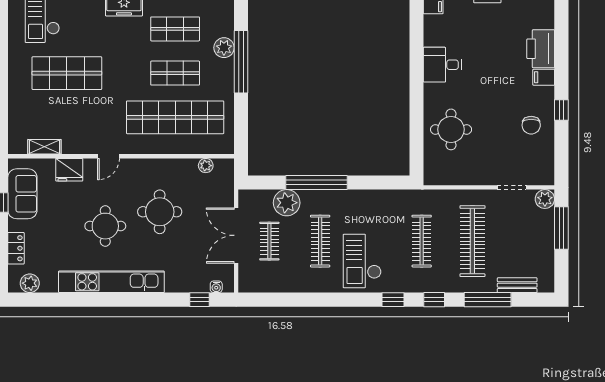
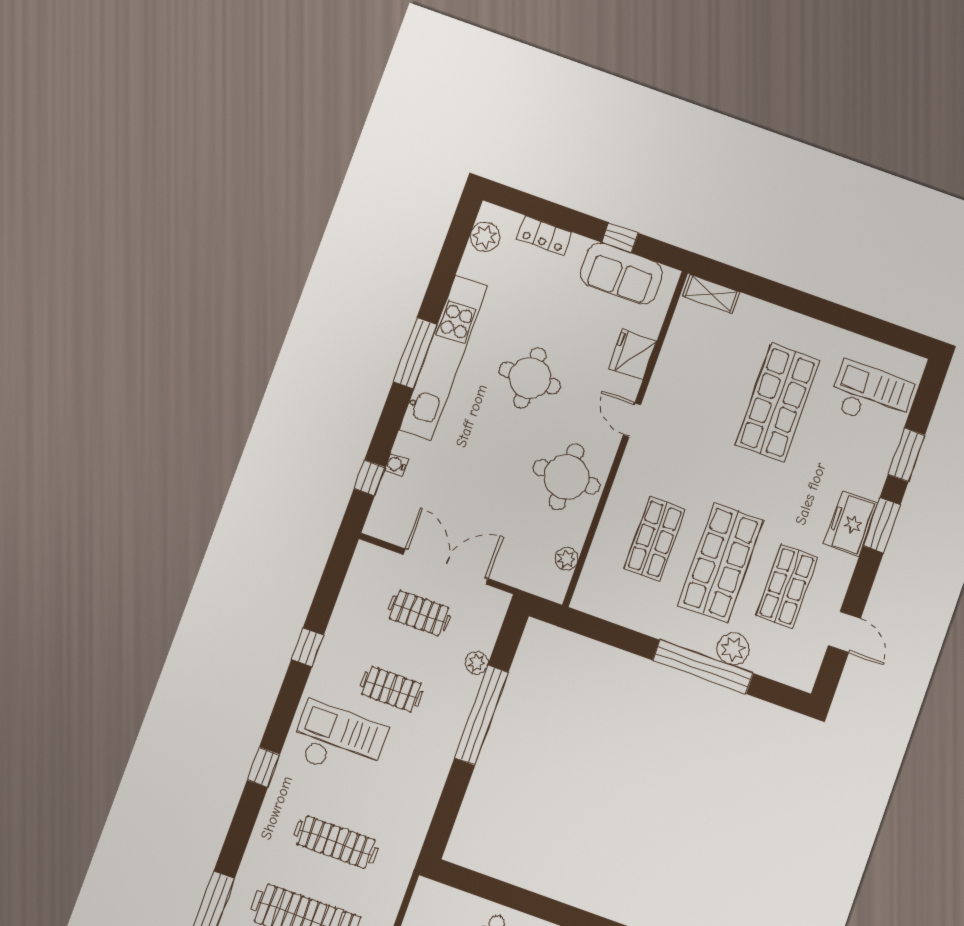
shop shelf: (175, 73) -> (721, 563), width x1.43, depth x1.36
shop shelf: (175, 117) -> (655, 539), width x0.50, depth x0.74
shelving: (44, 147) -> (711, 294), moved, turned 90
plant: (287, 203) -> (477, 663), width x0.53, depth x0.53
round table: (160, 212) -> (566, 477), moved
clothes rail: (320, 241) -> (392, 689), width x0.73
water cooler: (216, 287) -> (396, 465), moved
window: (115, 300) -> (415, 353), added
window: (434, 300) -> (307, 647), moved

